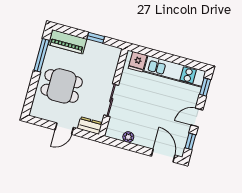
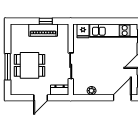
piano: (68, 42) -> (43, 30), moved
window: (41, 55) -> (8, 67), moved
door: (163, 156) -> (122, 98), hinge flipped

